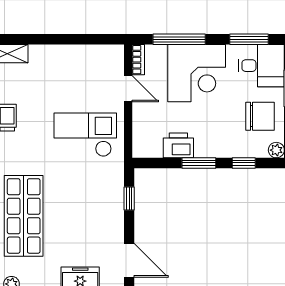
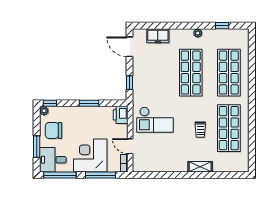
window: (249, 39) -> (60, 175), width x1.44
printer: (178, 145) -> (121, 115), moved, turned 90
window: (244, 163) -> (50, 103), moved

